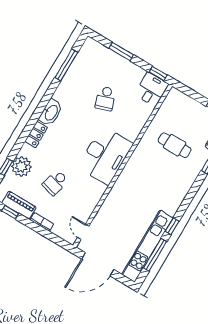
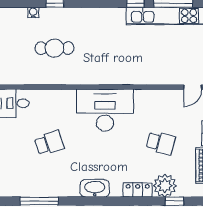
locker: (36, 135) -> (138, 190), moved
cafe table: (175, 145) -> (54, 48), turned 90

